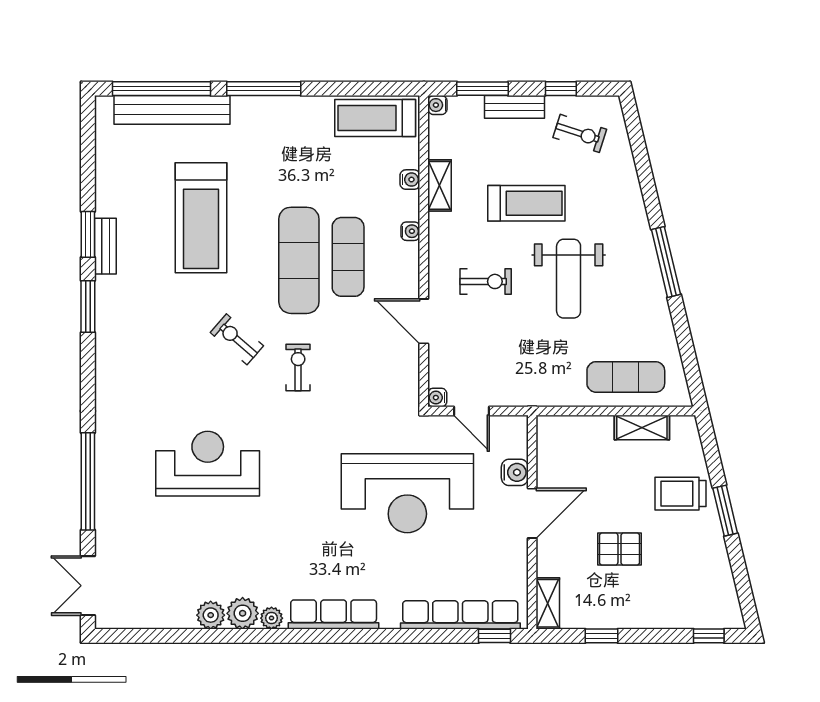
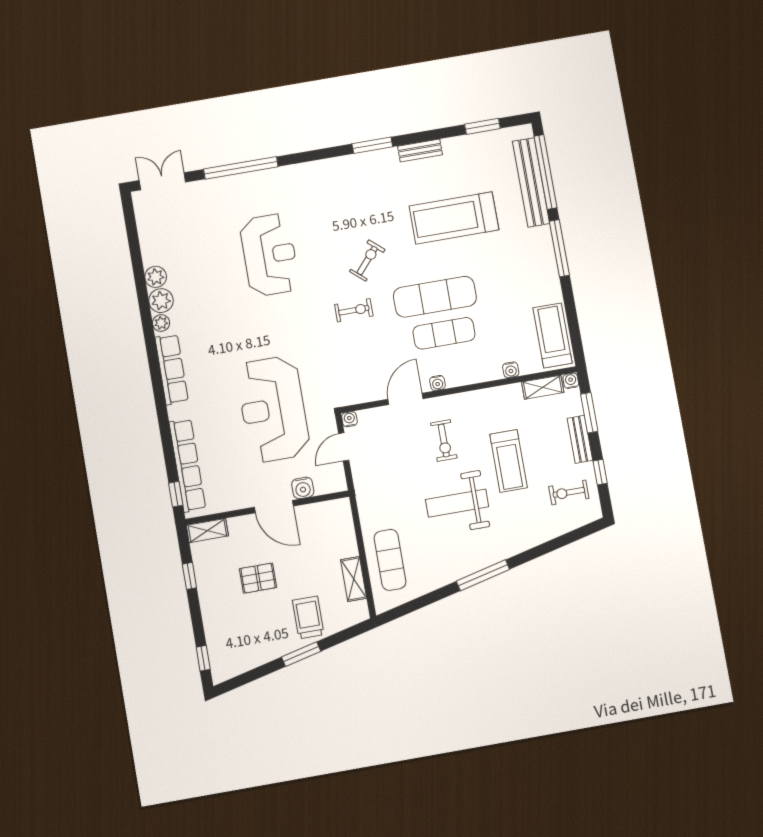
exercise bike: (580, 133) -> (569, 492), turned 72
shelving: (440, 185) -> (543, 387), moved
water cooler: (410, 231) -> (437, 383), moved
window: (88, 234) -> (482, 126), moved
pallet: (619, 549) -> (258, 578), turned 90

